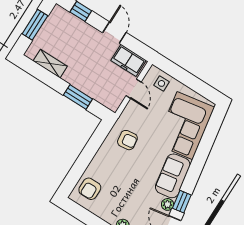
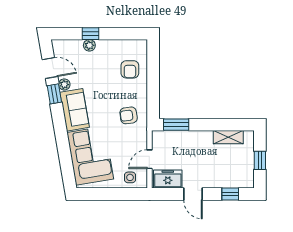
window: (35, 25) -> (260, 160), width x0.67
door: (134, 89) -> (149, 159), hinge flipped
window: (78, 97) -> (176, 125), moved
armchair: (90, 189) -> (130, 69), moved, turned 180

